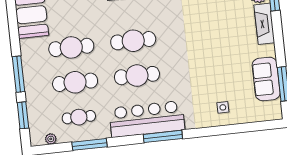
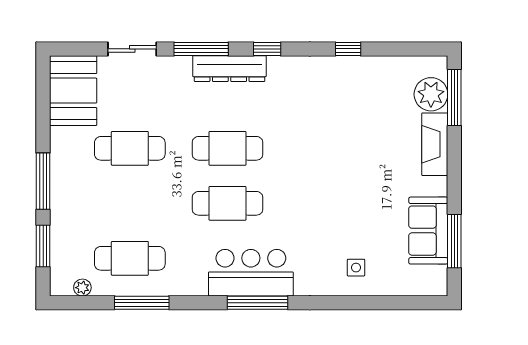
cafe table: (75, 82) -> (130, 203), removed
cafe table: (79, 117) -> (130, 258), width x1.37, depth x1.35
bar counter: (147, 119) -> (251, 273), width x0.73

